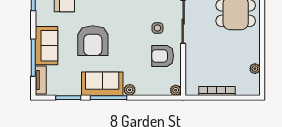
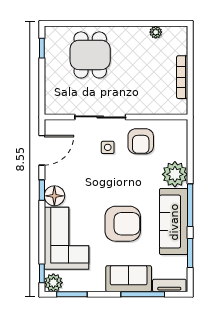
sofa: (102, 84) -> (174, 222), width x1.36
plant: (130, 90) -> (175, 174), width x1.88, depth x1.88
plant: (176, 90) -> (181, 126), removed

